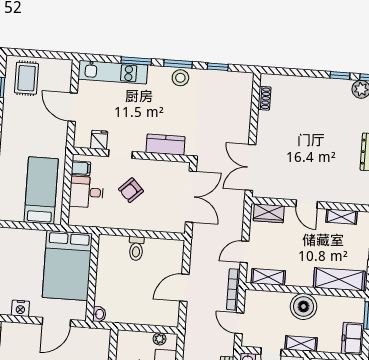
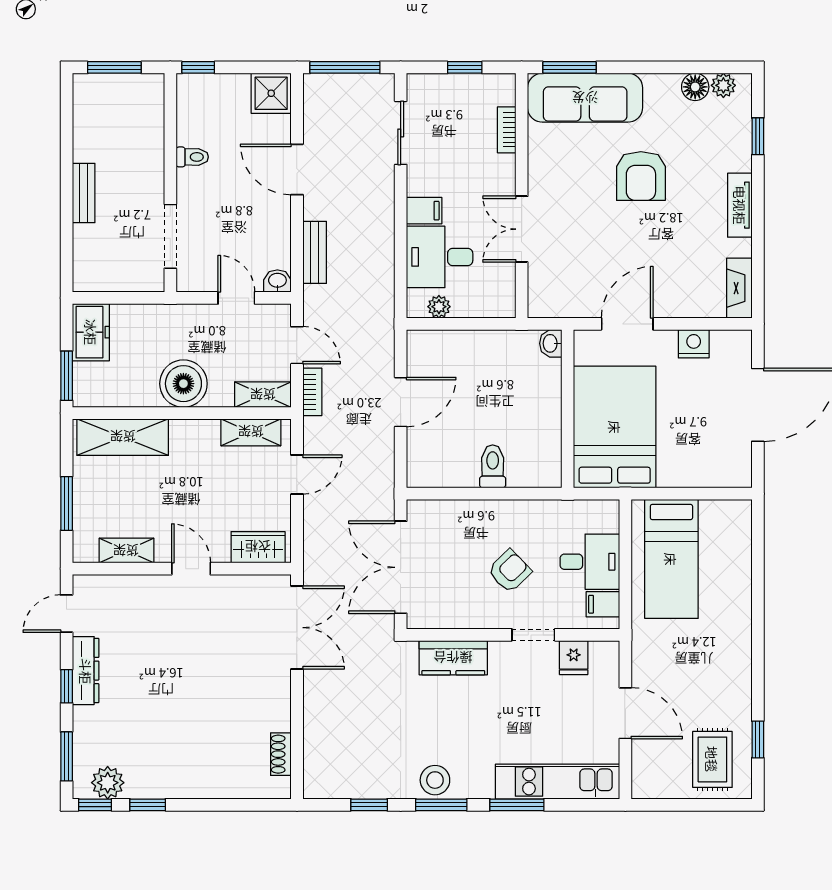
bookcase: (233, 289) -> (312, 392), width x0.64
shelving: (301, 344) -> (263, 395), moved

